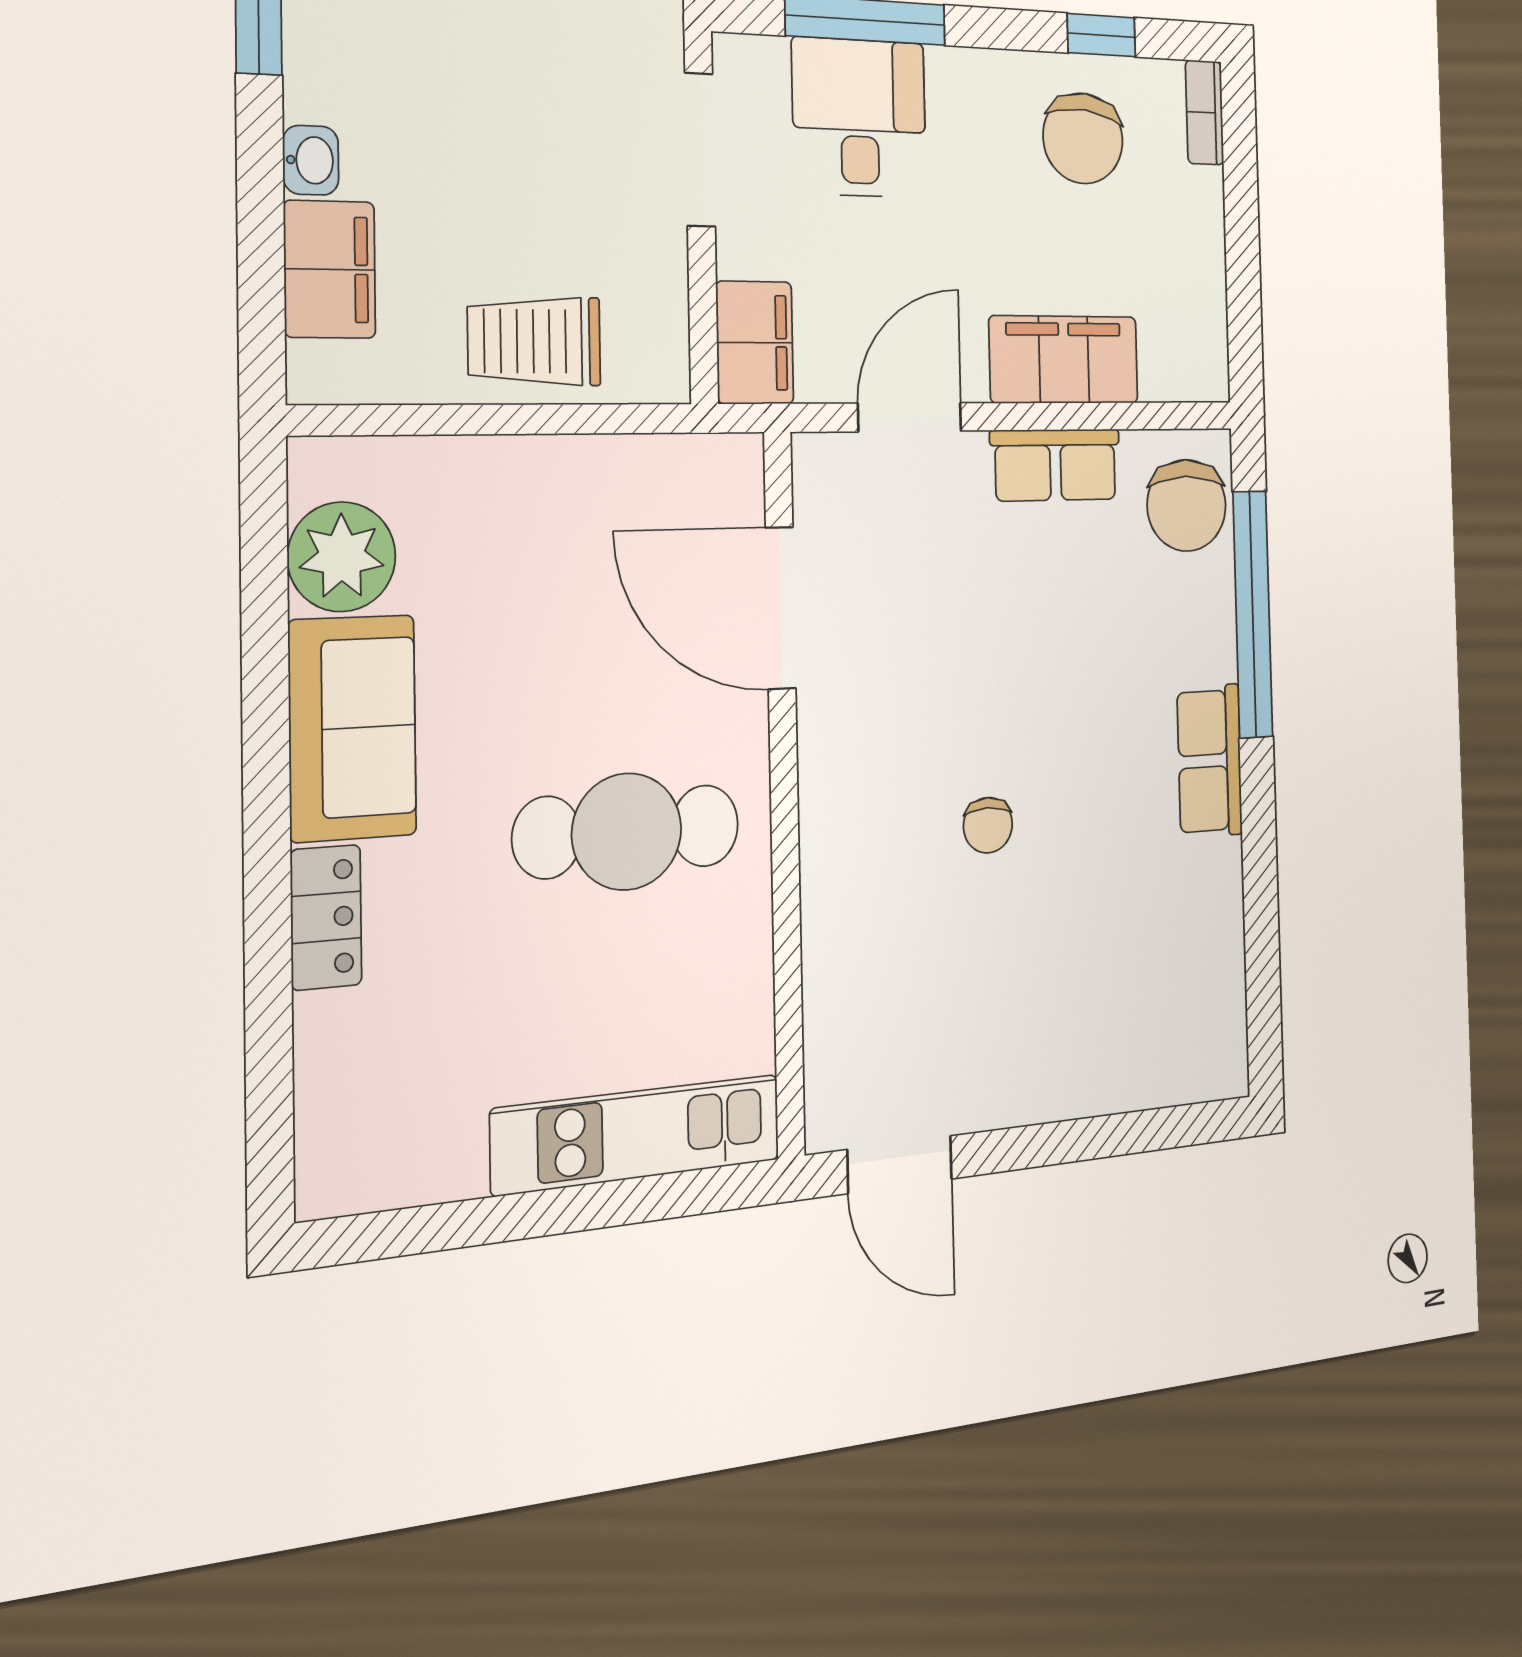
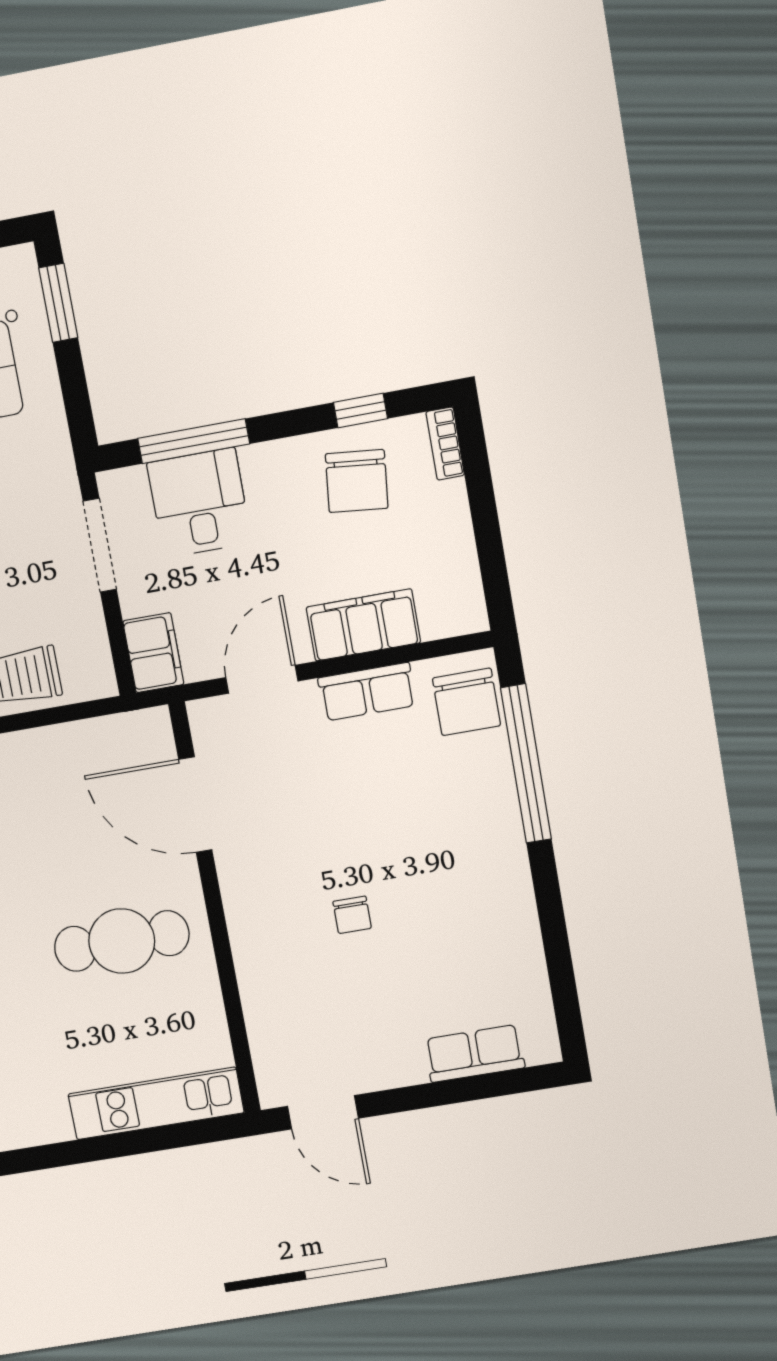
row of seats: (1210, 761) -> (474, 1053), moved, turned 90

